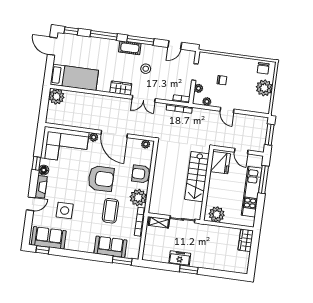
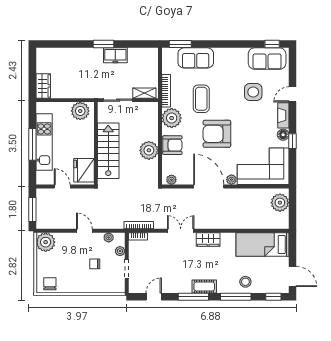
stool: (146, 69) -> (245, 282), moved
plant: (264, 88) -> (46, 242), moved
plant: (56, 97) -> (280, 203), moved
plant: (162, 172) -> (149, 150), added
window: (263, 180) -> (32, 144), moved

